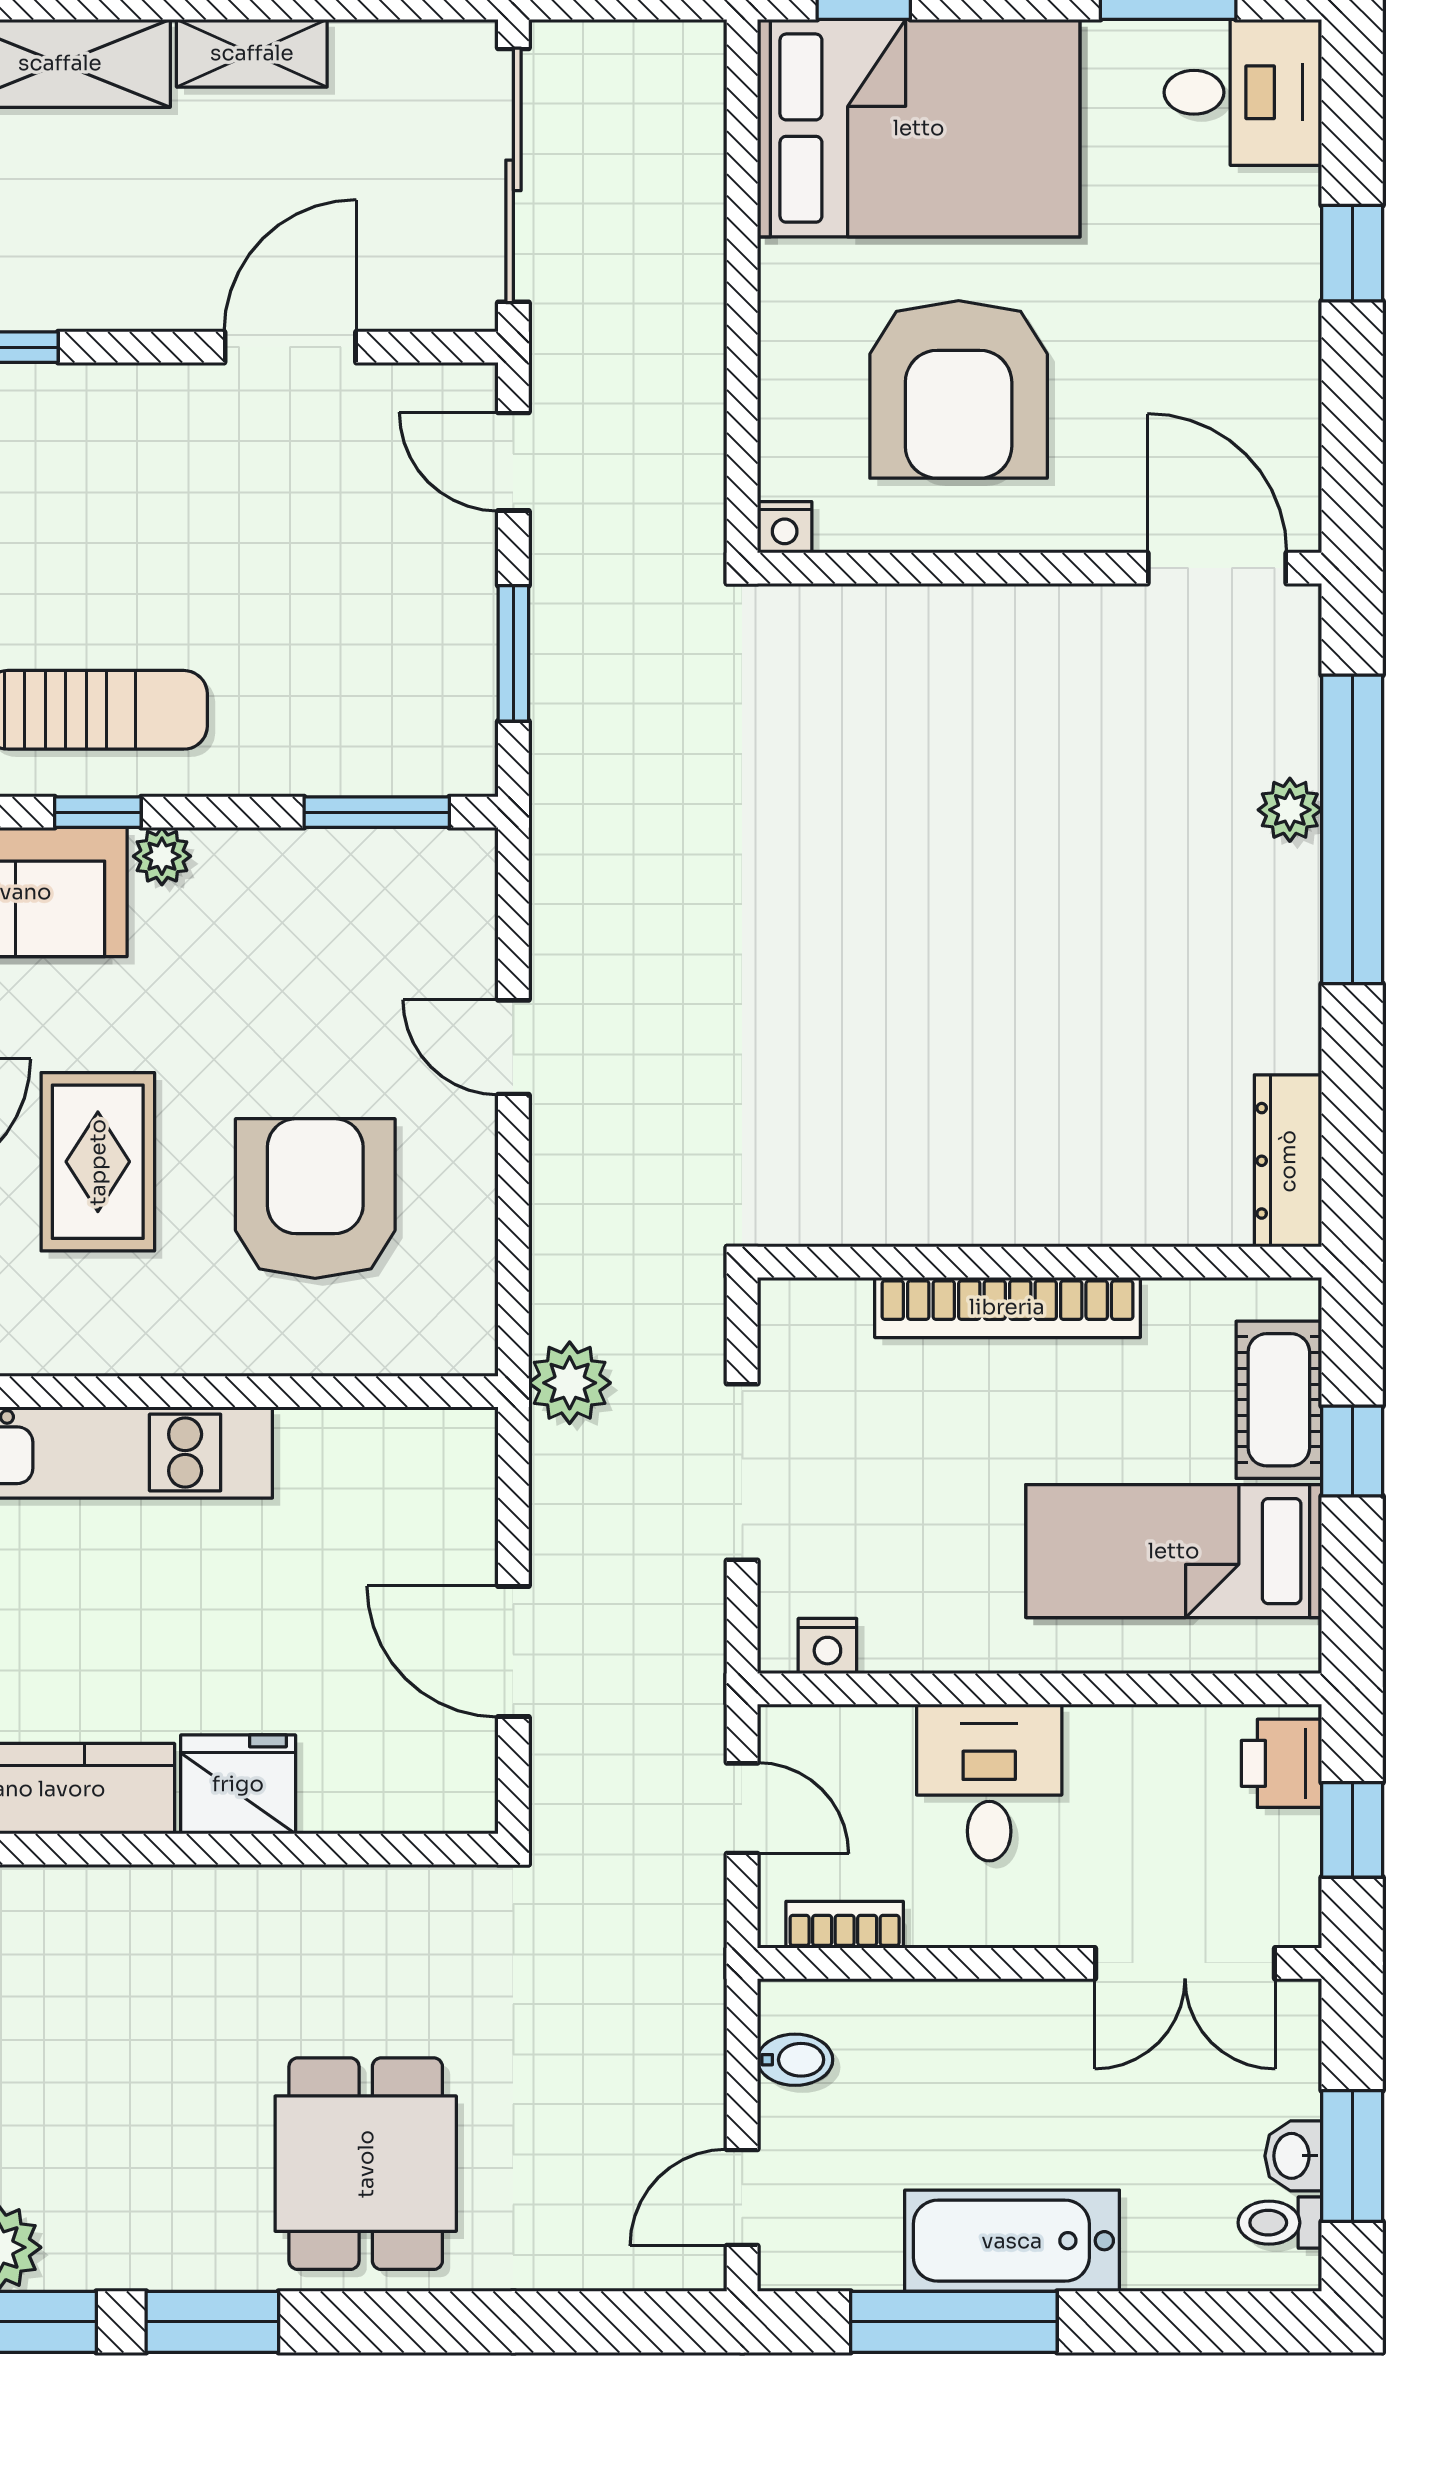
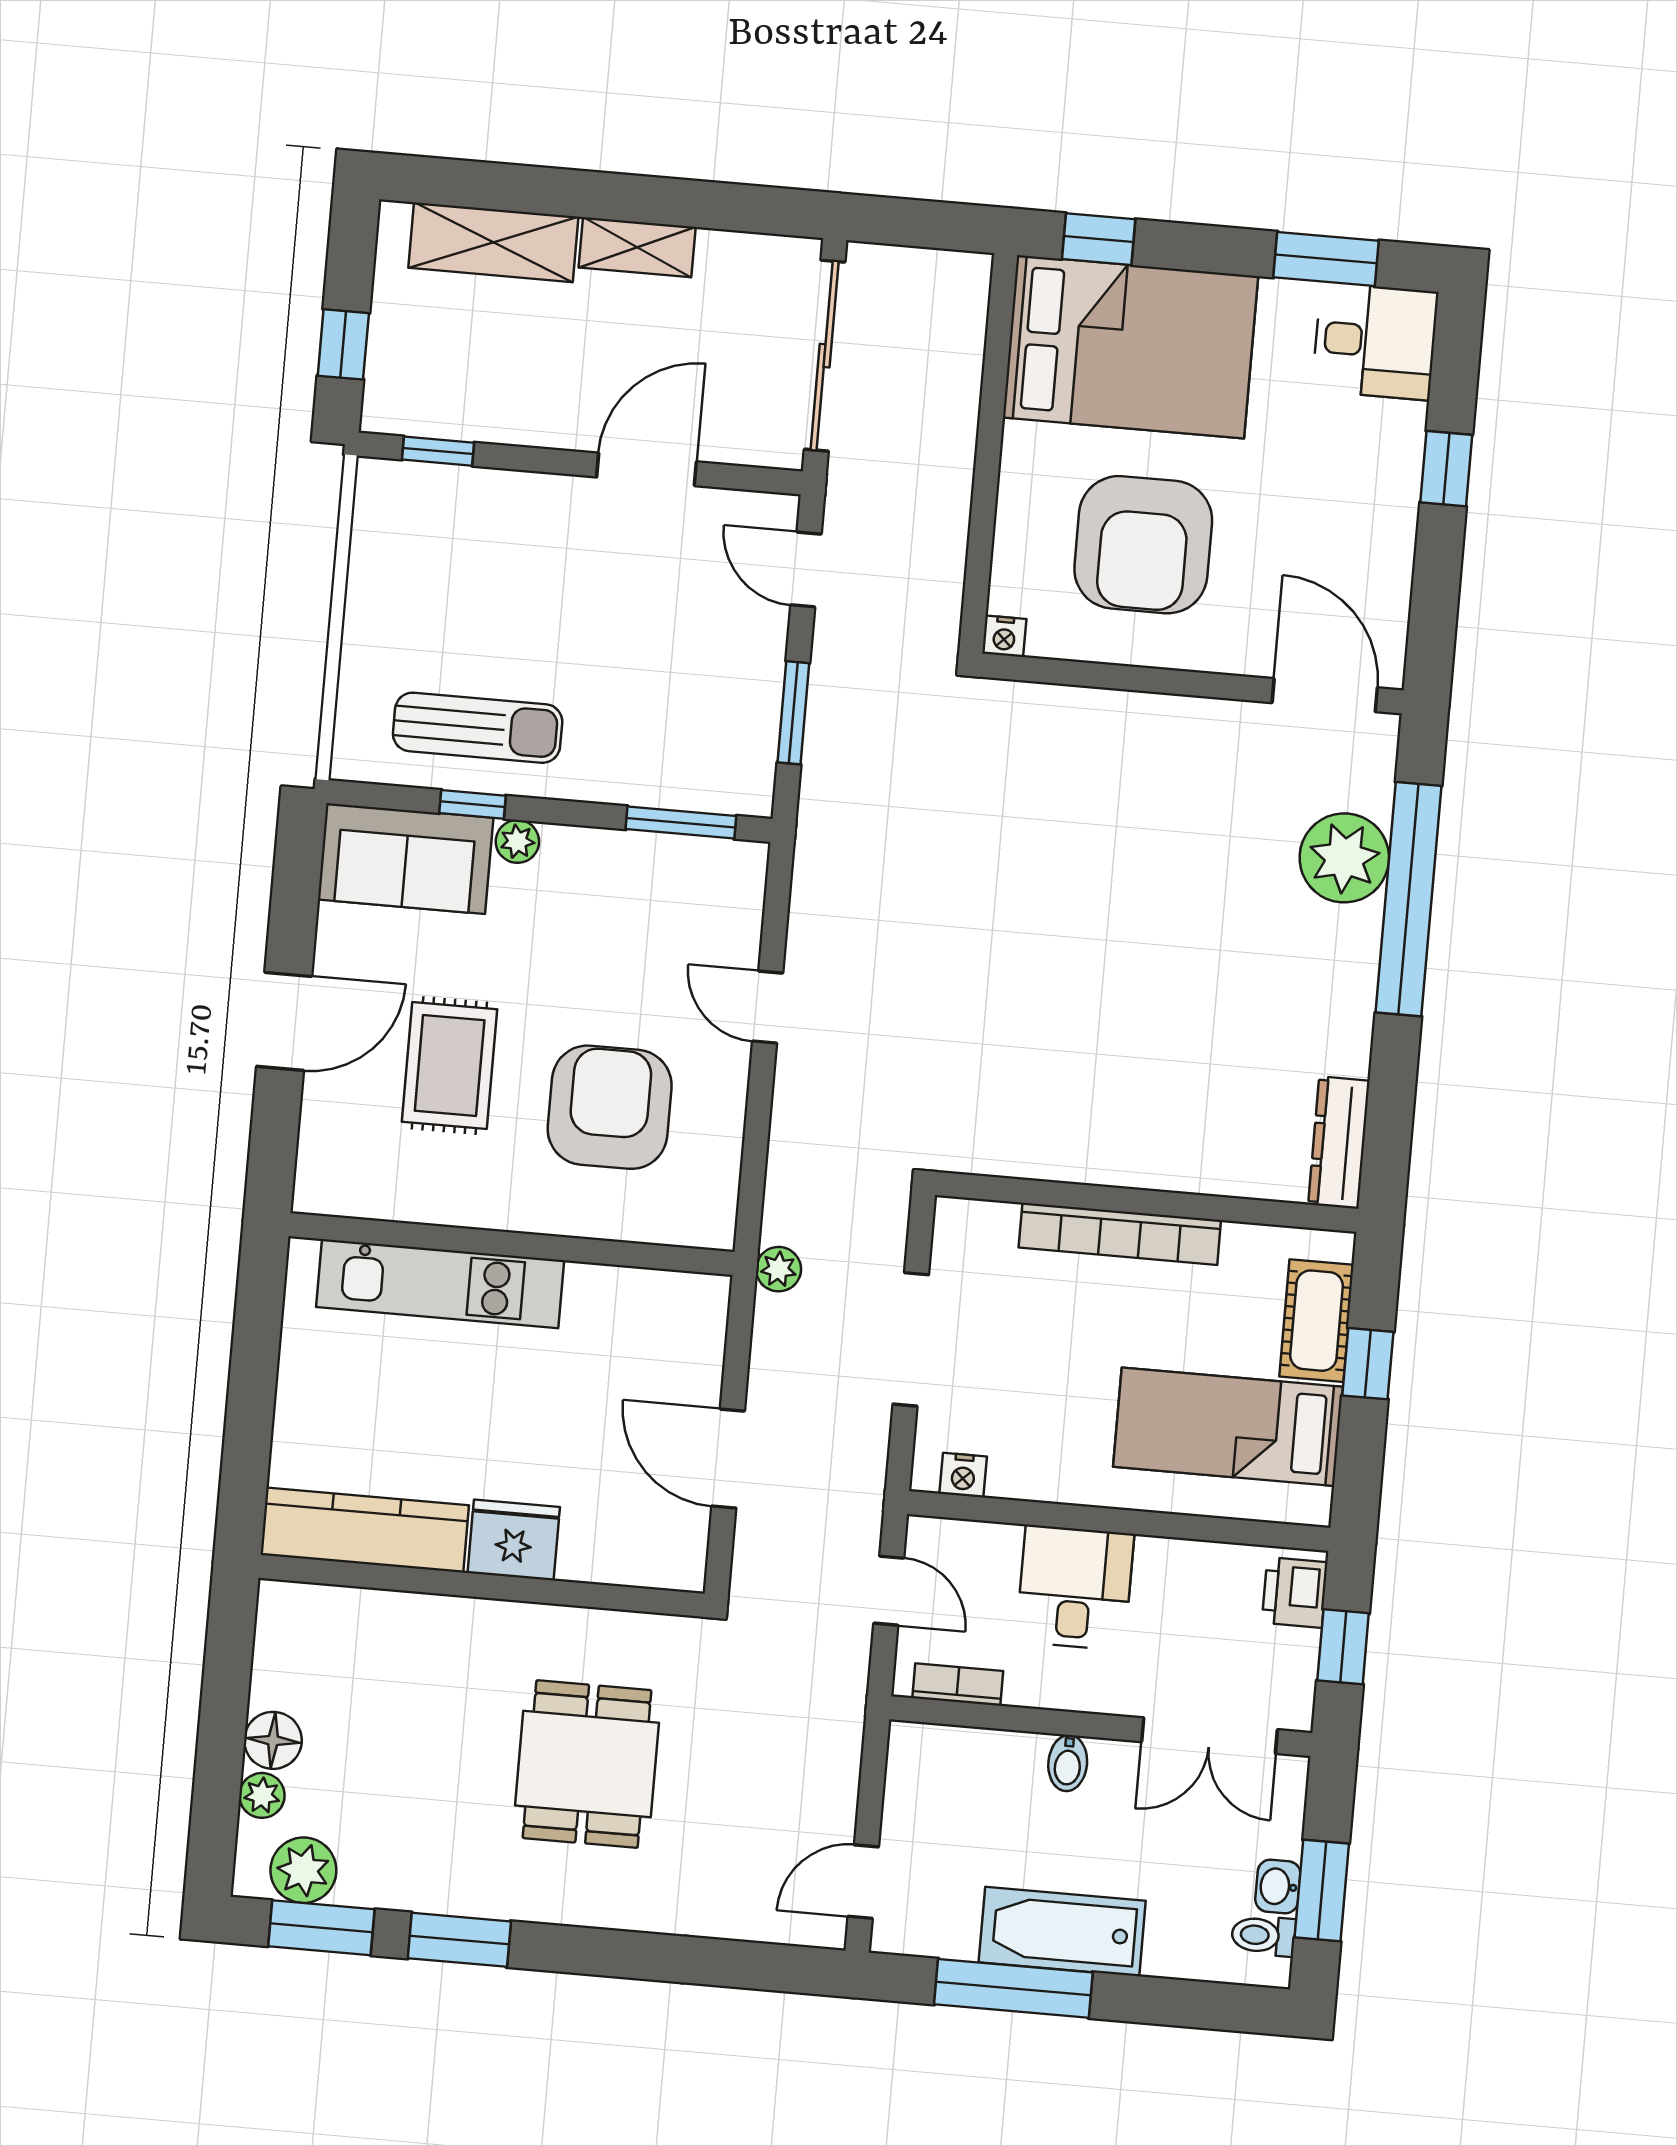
plant: (1290, 810) -> (1344, 858), width x1.88, depth x1.88
plant: (570, 1383) -> (779, 1269), width x0.73, depth x0.73
bidet: (795, 2060) -> (1068, 1763), moved, turned 90
dining table: (366, 2164) -> (587, 1764), moved

